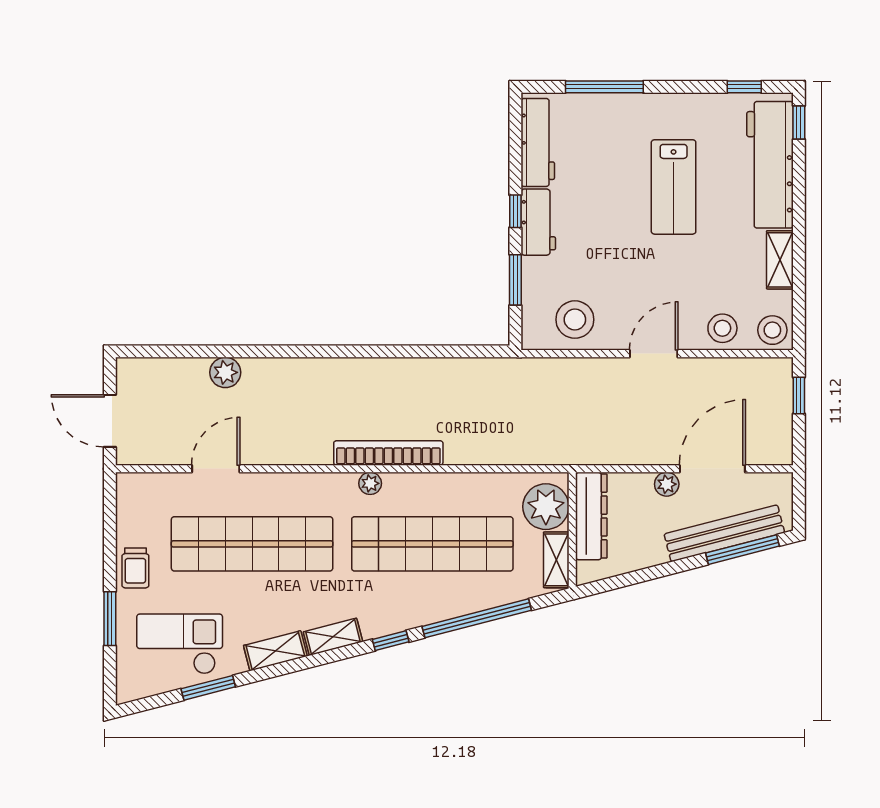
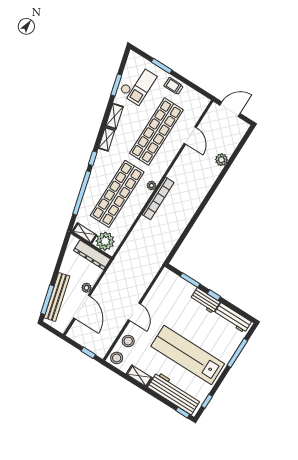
lab bench: (674, 187) -> (188, 355), width x1.86, depth x1.39
stool: (575, 320) -> (163, 292), removed

